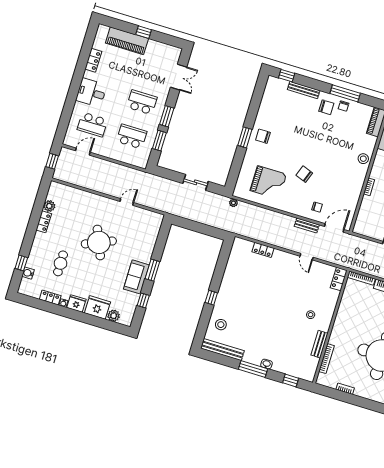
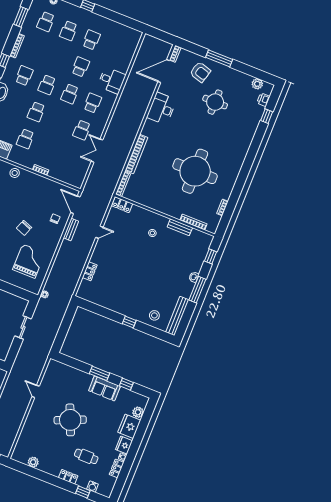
locker: (44, 222) -> (68, 477), moved

